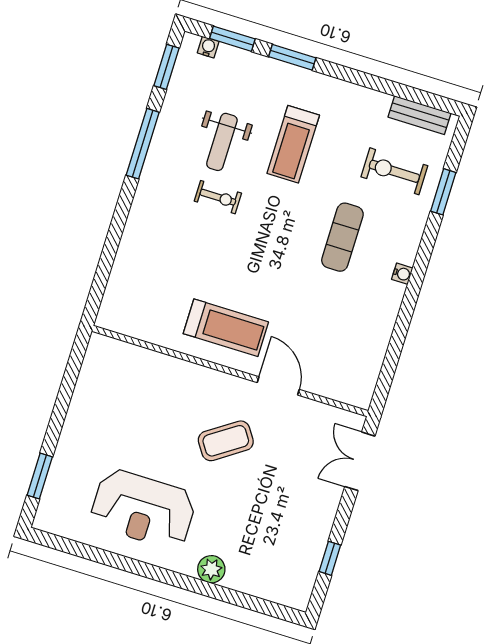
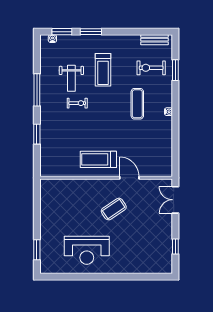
window: (166, 67) -> (37, 134), moved
treadmill: (226, 328) -> (98, 159), turned 180
plant: (211, 569) -> (125, 267), removed

